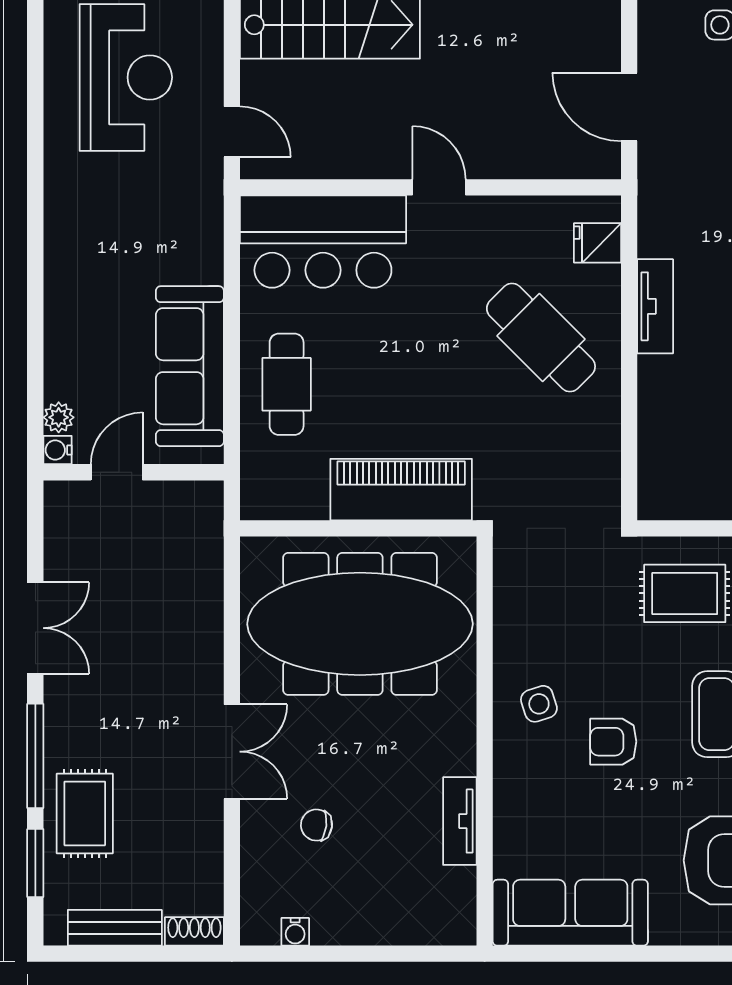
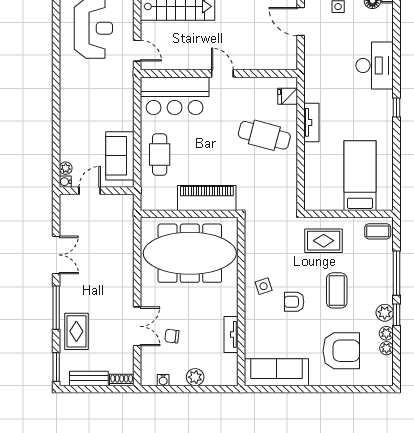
door: (629, 107) -> (301, 22), moved
cafe table: (541, 337) -> (264, 135), turned -30
sofa: (190, 366) -> (120, 156), width x0.73
double door: (232, 752) -> (137, 326), moved
window: (35, 863) -> (56, 367), moved
plant: (373, 925) -> (195, 377), added

